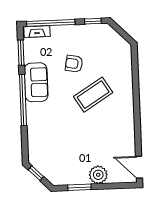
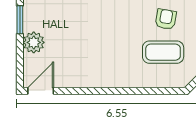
coffee table: (93, 95) -> (163, 52), moved, turned -58

